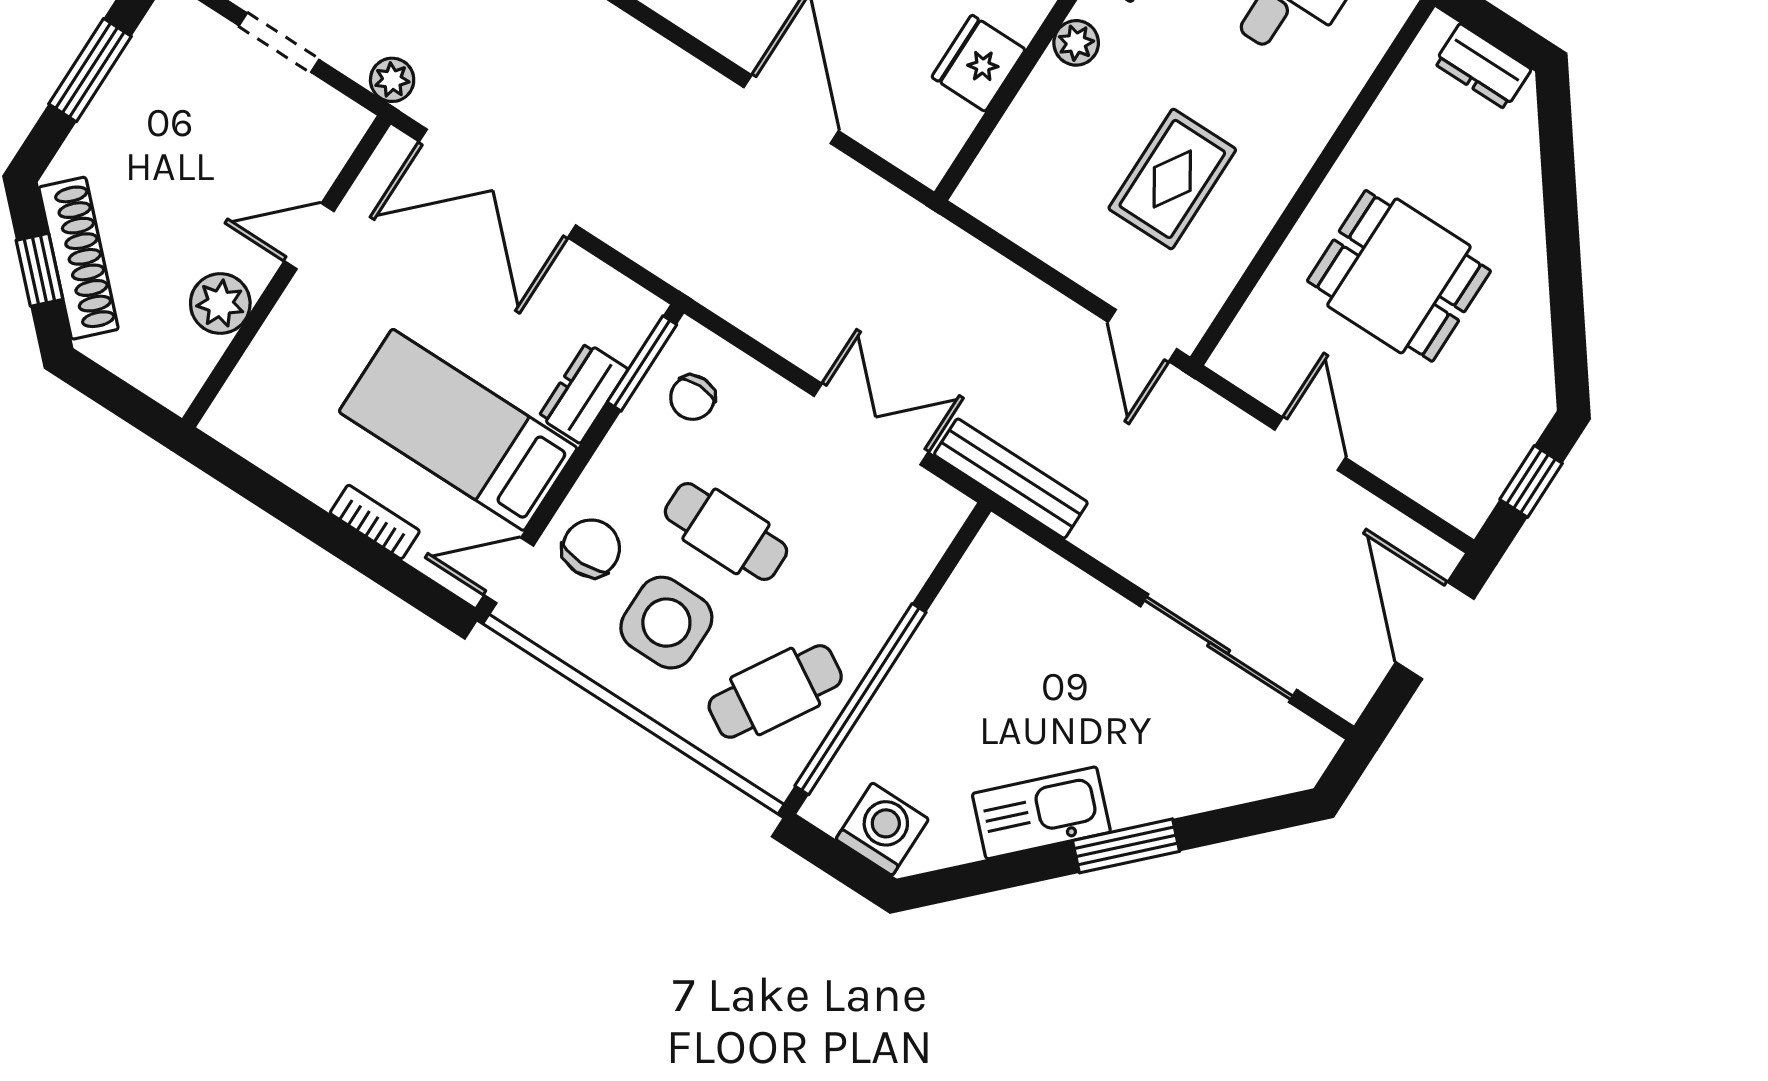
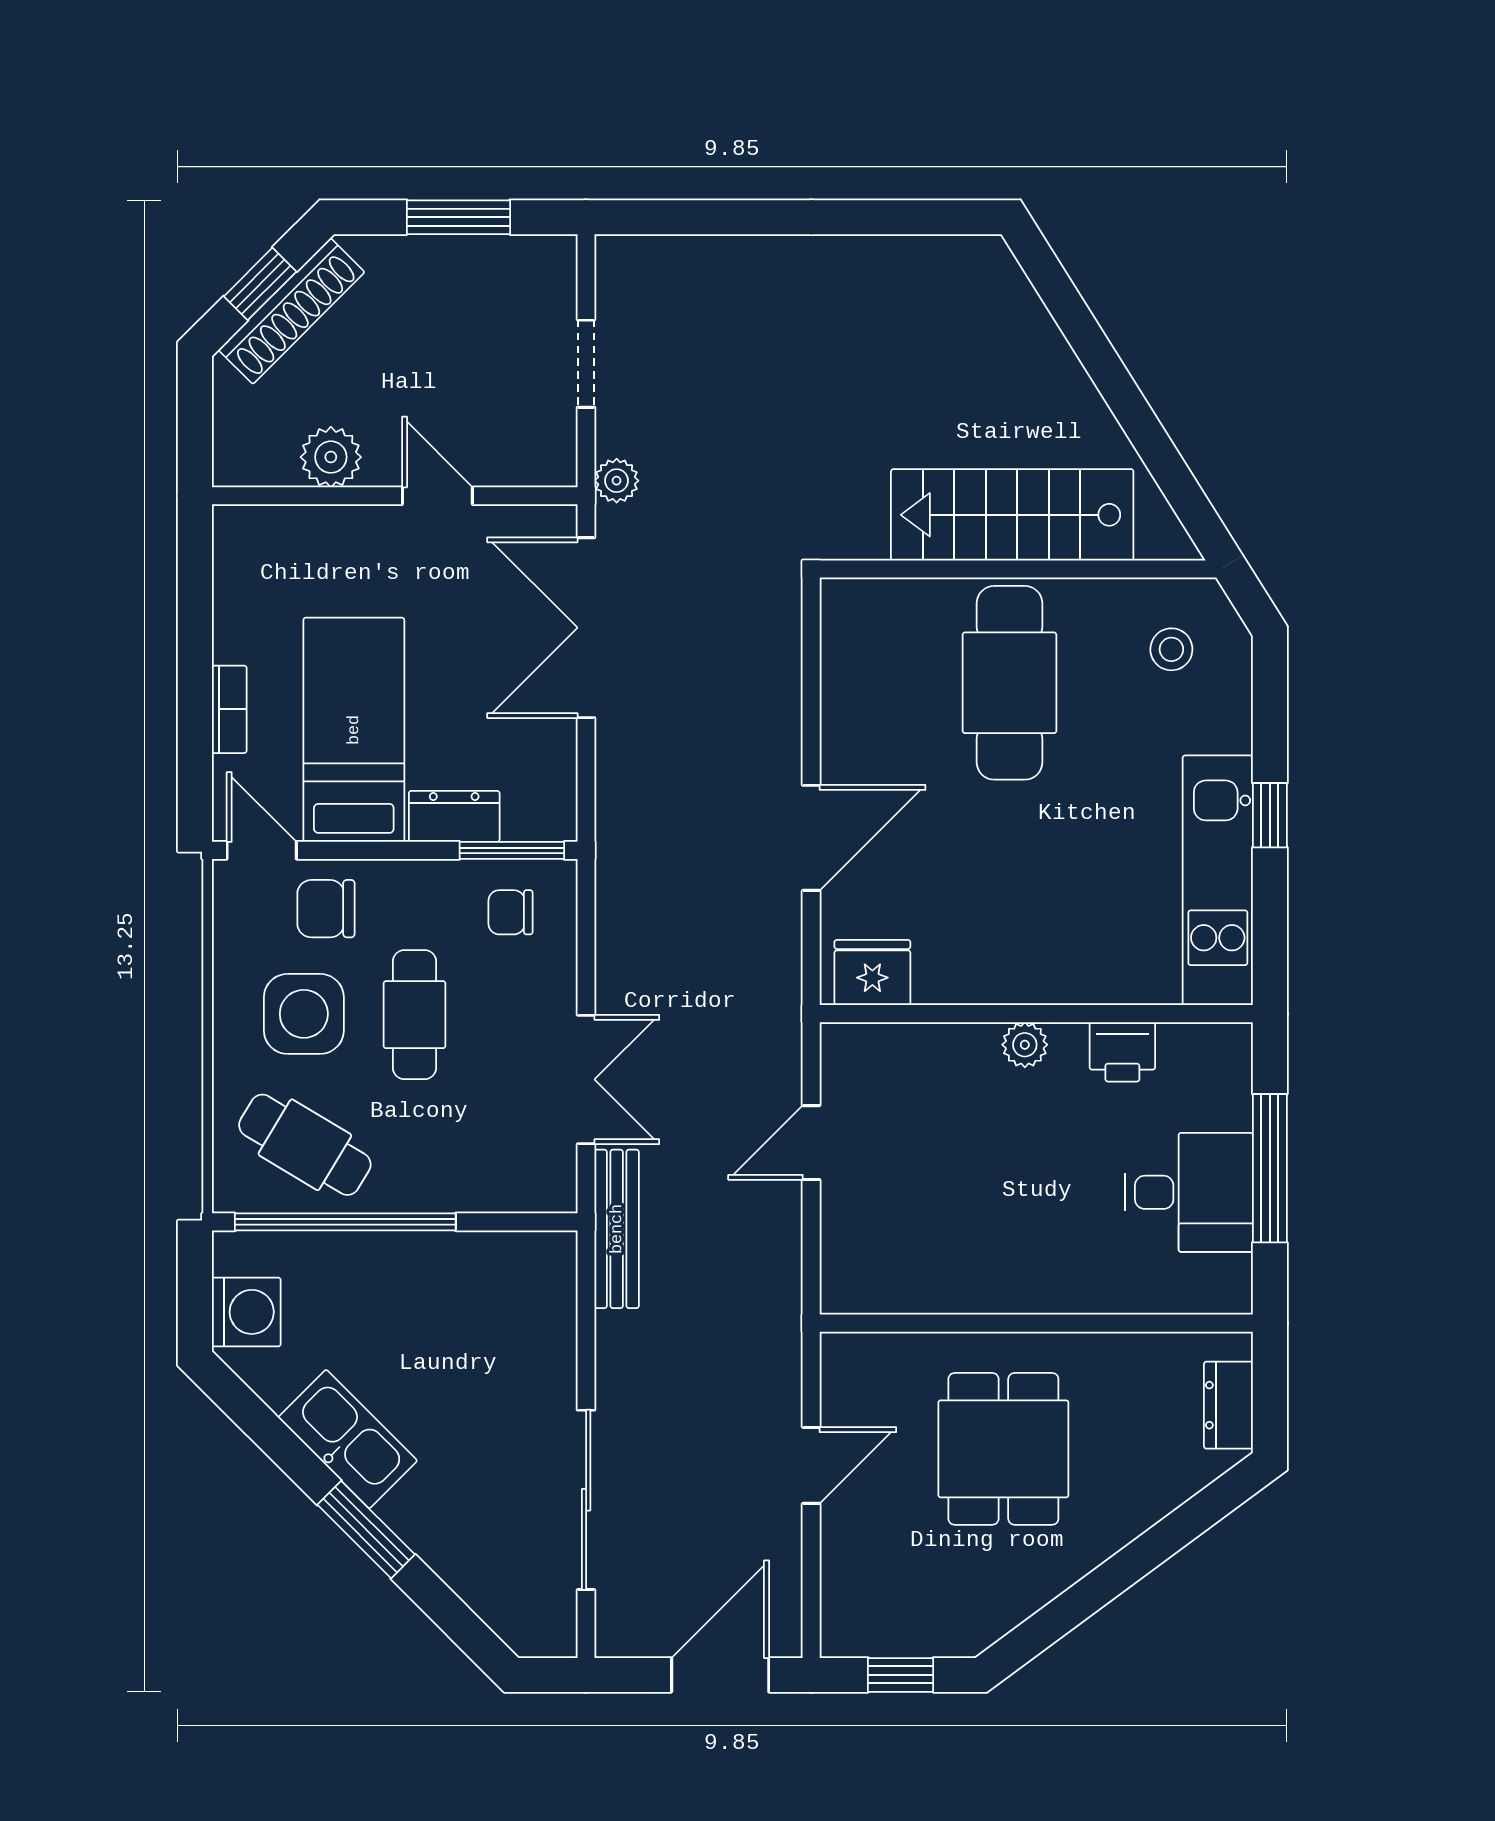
fridge: (978, 63) -> (872, 973), moved
rug: (1172, 179) -> (961, 1202), removed
door: (1142, 336) -> (811, 1143), moved
chair: (591, 548) -> (326, 909), turned 180

